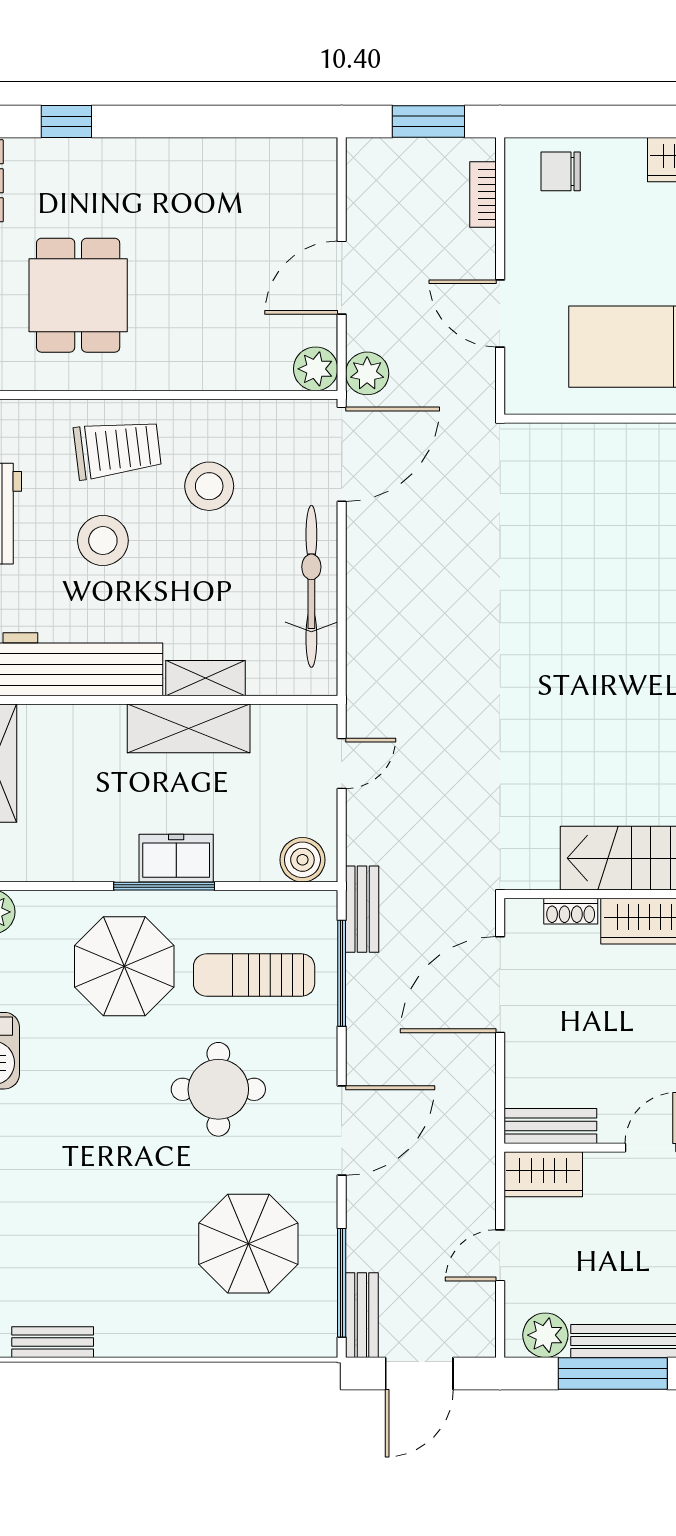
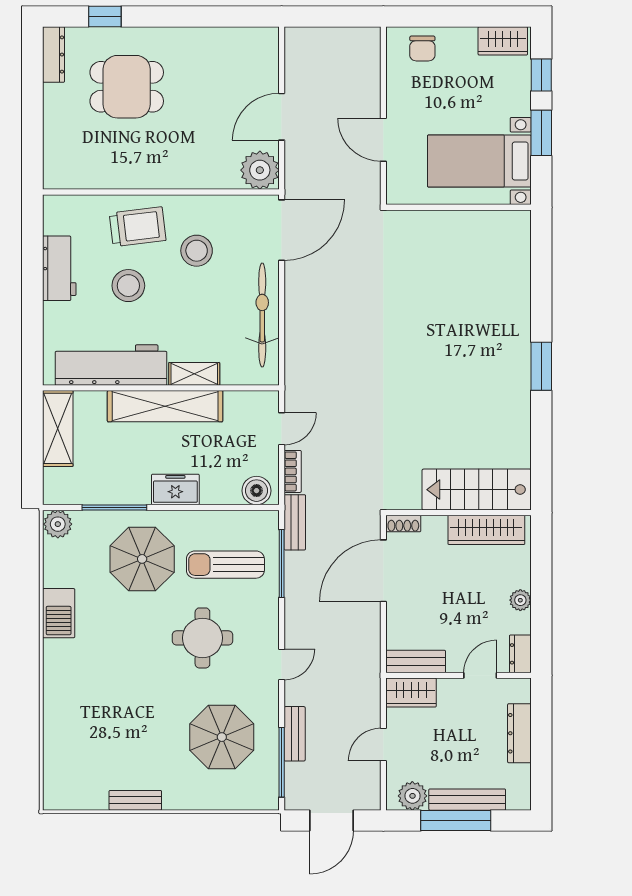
window: (428, 121) -> (337, 16), removed
chair: (561, 171) -> (422, 48), turned -90
bookcase: (483, 195) -> (293, 471), moved, turned 180
dining table: (78, 295) -> (127, 87), moved, turned 90
plant: (316, 369) -> (260, 170), width x1.36, depth x1.36
plant: (367, 373) -> (298, 178), removed
shelving: (189, 728) -> (165, 406), width x1.47
window: (164, 886) -> (114, 507), moved
shoe rack: (571, 911) -> (403, 524), moved
door: (342, 1131) -> (282, 664), width x0.53
bench: (362, 1315) -> (295, 734), moved
bench: (53, 1342) -> (135, 800), moved

